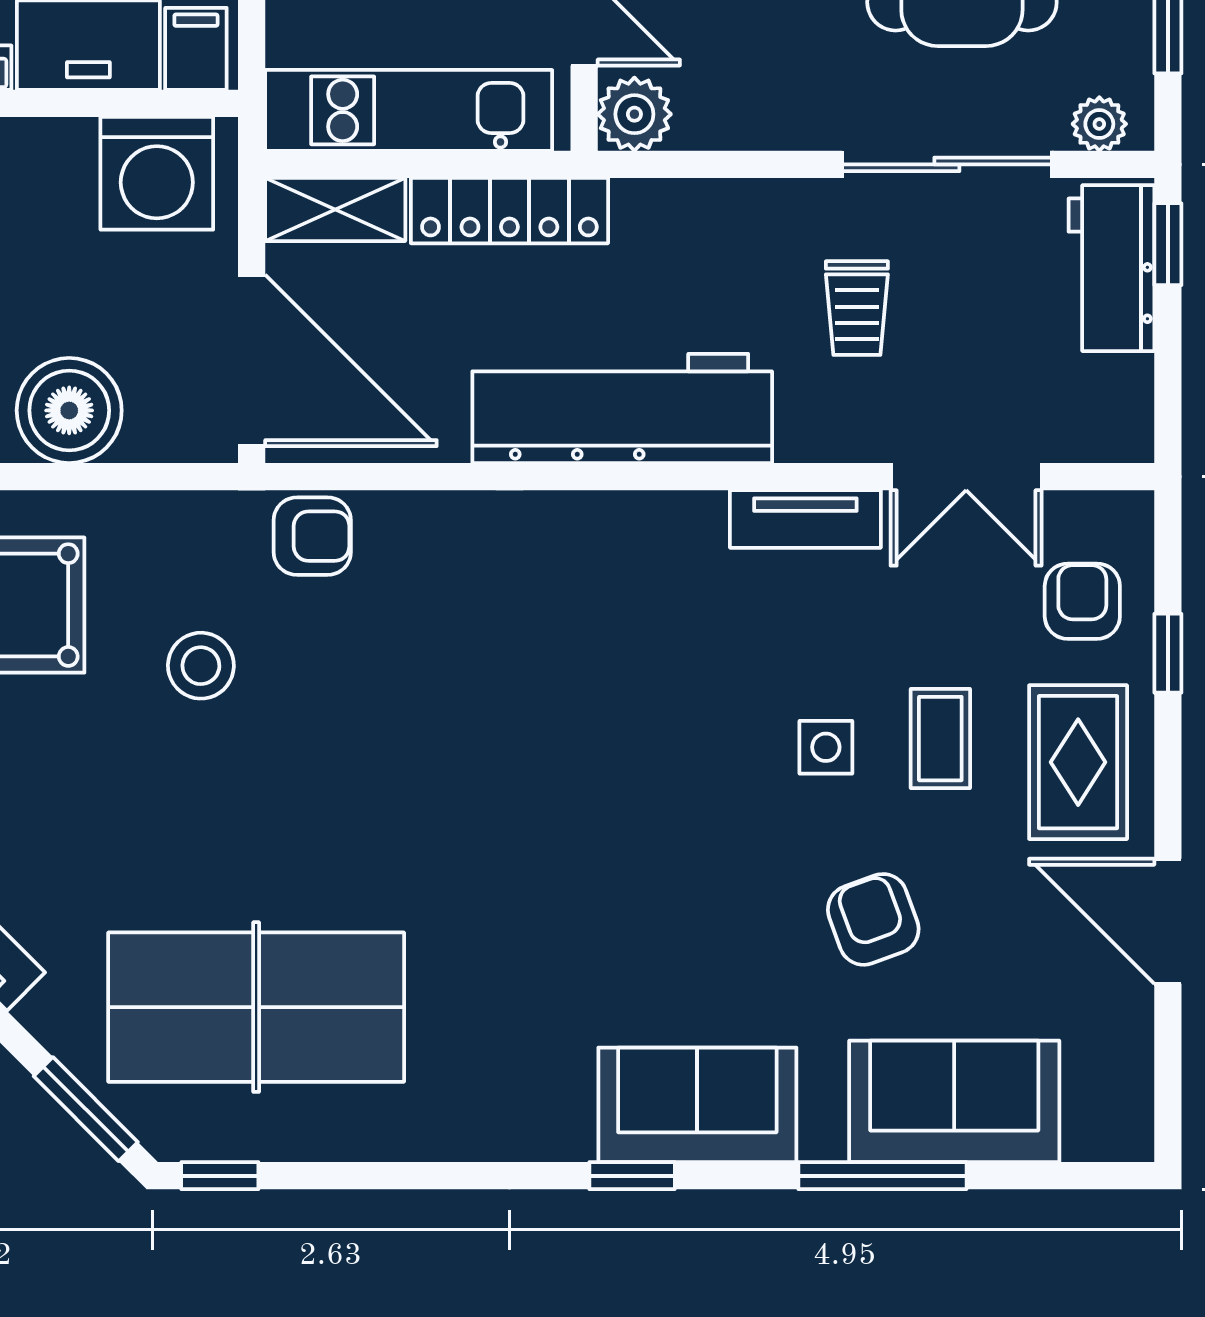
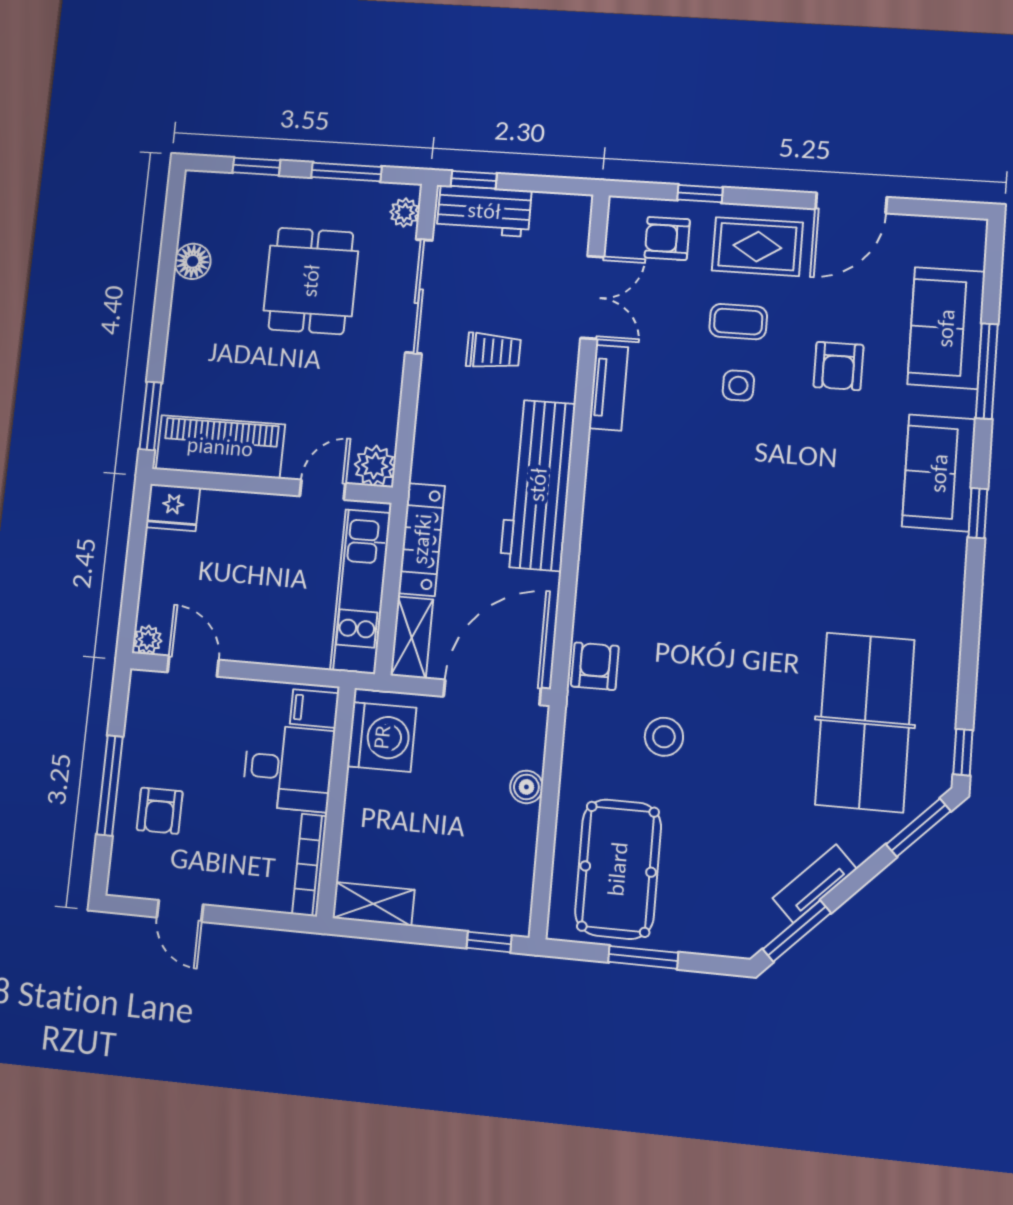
boiler: (69, 410) -> (526, 787), width x0.54, depth x0.54
armchair: (873, 919) -> (838, 366), turned -70

